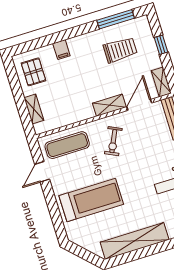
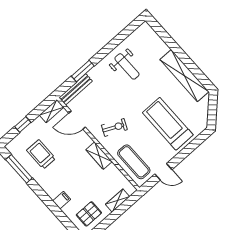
shelving: (109, 105) -> (99, 156), moved

